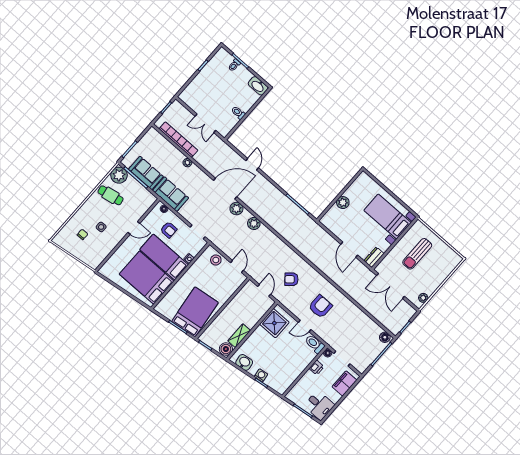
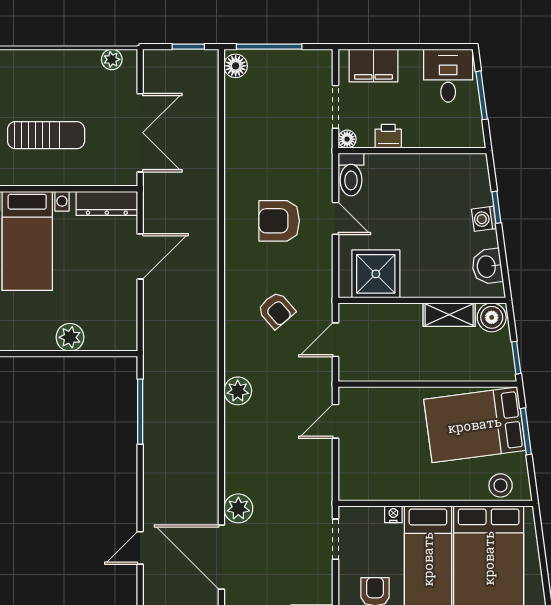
plant: (254, 223) -> (238, 391), moved
dresser: (374, 257) -> (107, 203), width x1.44
stool: (216, 260) -> (501, 485), moved

